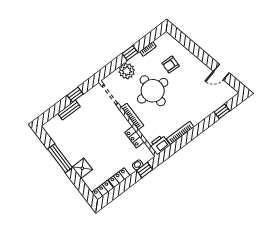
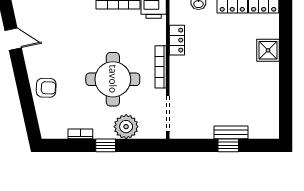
armchair: (171, 65) -> (46, 88), moved
window: (75, 95) -> (228, 145), moved
window: (60, 158) -> (286, 83), removed

